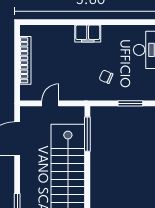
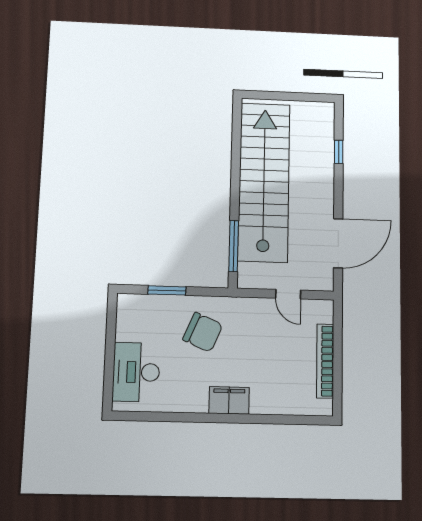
chair: (106, 77) -> (203, 332), width x1.87, depth x1.87
door: (50, 103) -> (288, 294), hinge flipped

